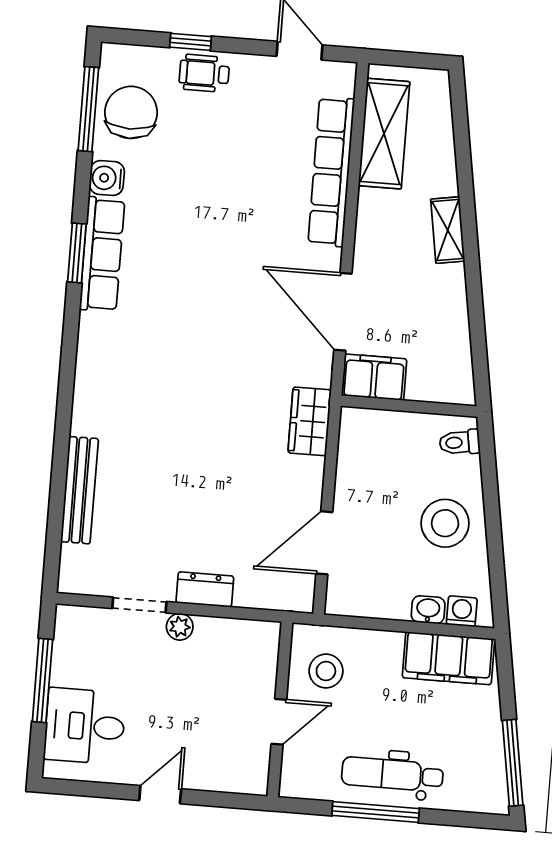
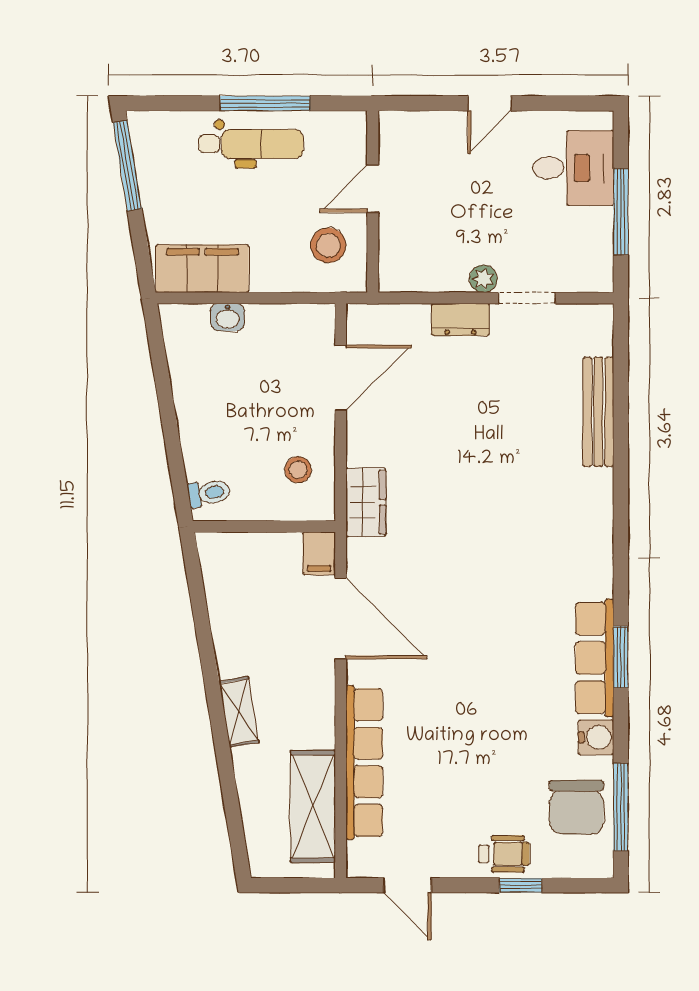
filing cabinet: (374, 377) -> (319, 553), width x0.50
stool: (445, 523) -> (298, 470), moved, width x0.53, depth x0.53
washing machine: (462, 611) -> (193, 318), removed

